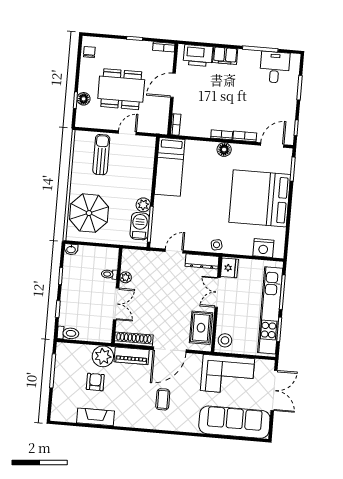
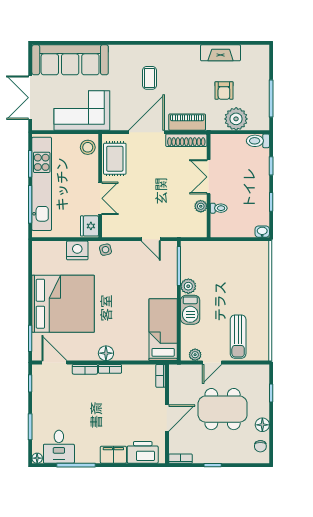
floor lamp: (295, 58) -> (37, 458), added
floor lamp: (84, 99) -> (262, 425), moved
plant: (142, 141) -> (195, 355), added
door: (272, 145) -> (54, 363), swing flipped
parasol: (89, 213) -> (246, 272), removed
barbecue: (140, 226) -> (190, 310), moved
nightstand: (263, 248) -> (77, 250), moved
door: (174, 251) -> (151, 239), hinge flipped
dresser: (202, 261) -> (120, 230), removed
plant: (103, 356) -> (236, 119), moved

